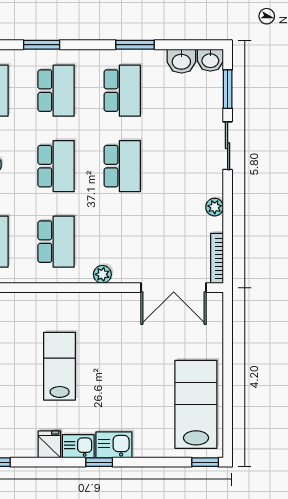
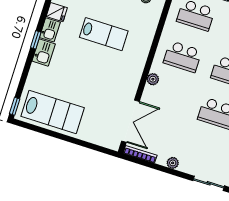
double door: (174, 288) -> (130, 121), swing flipped

